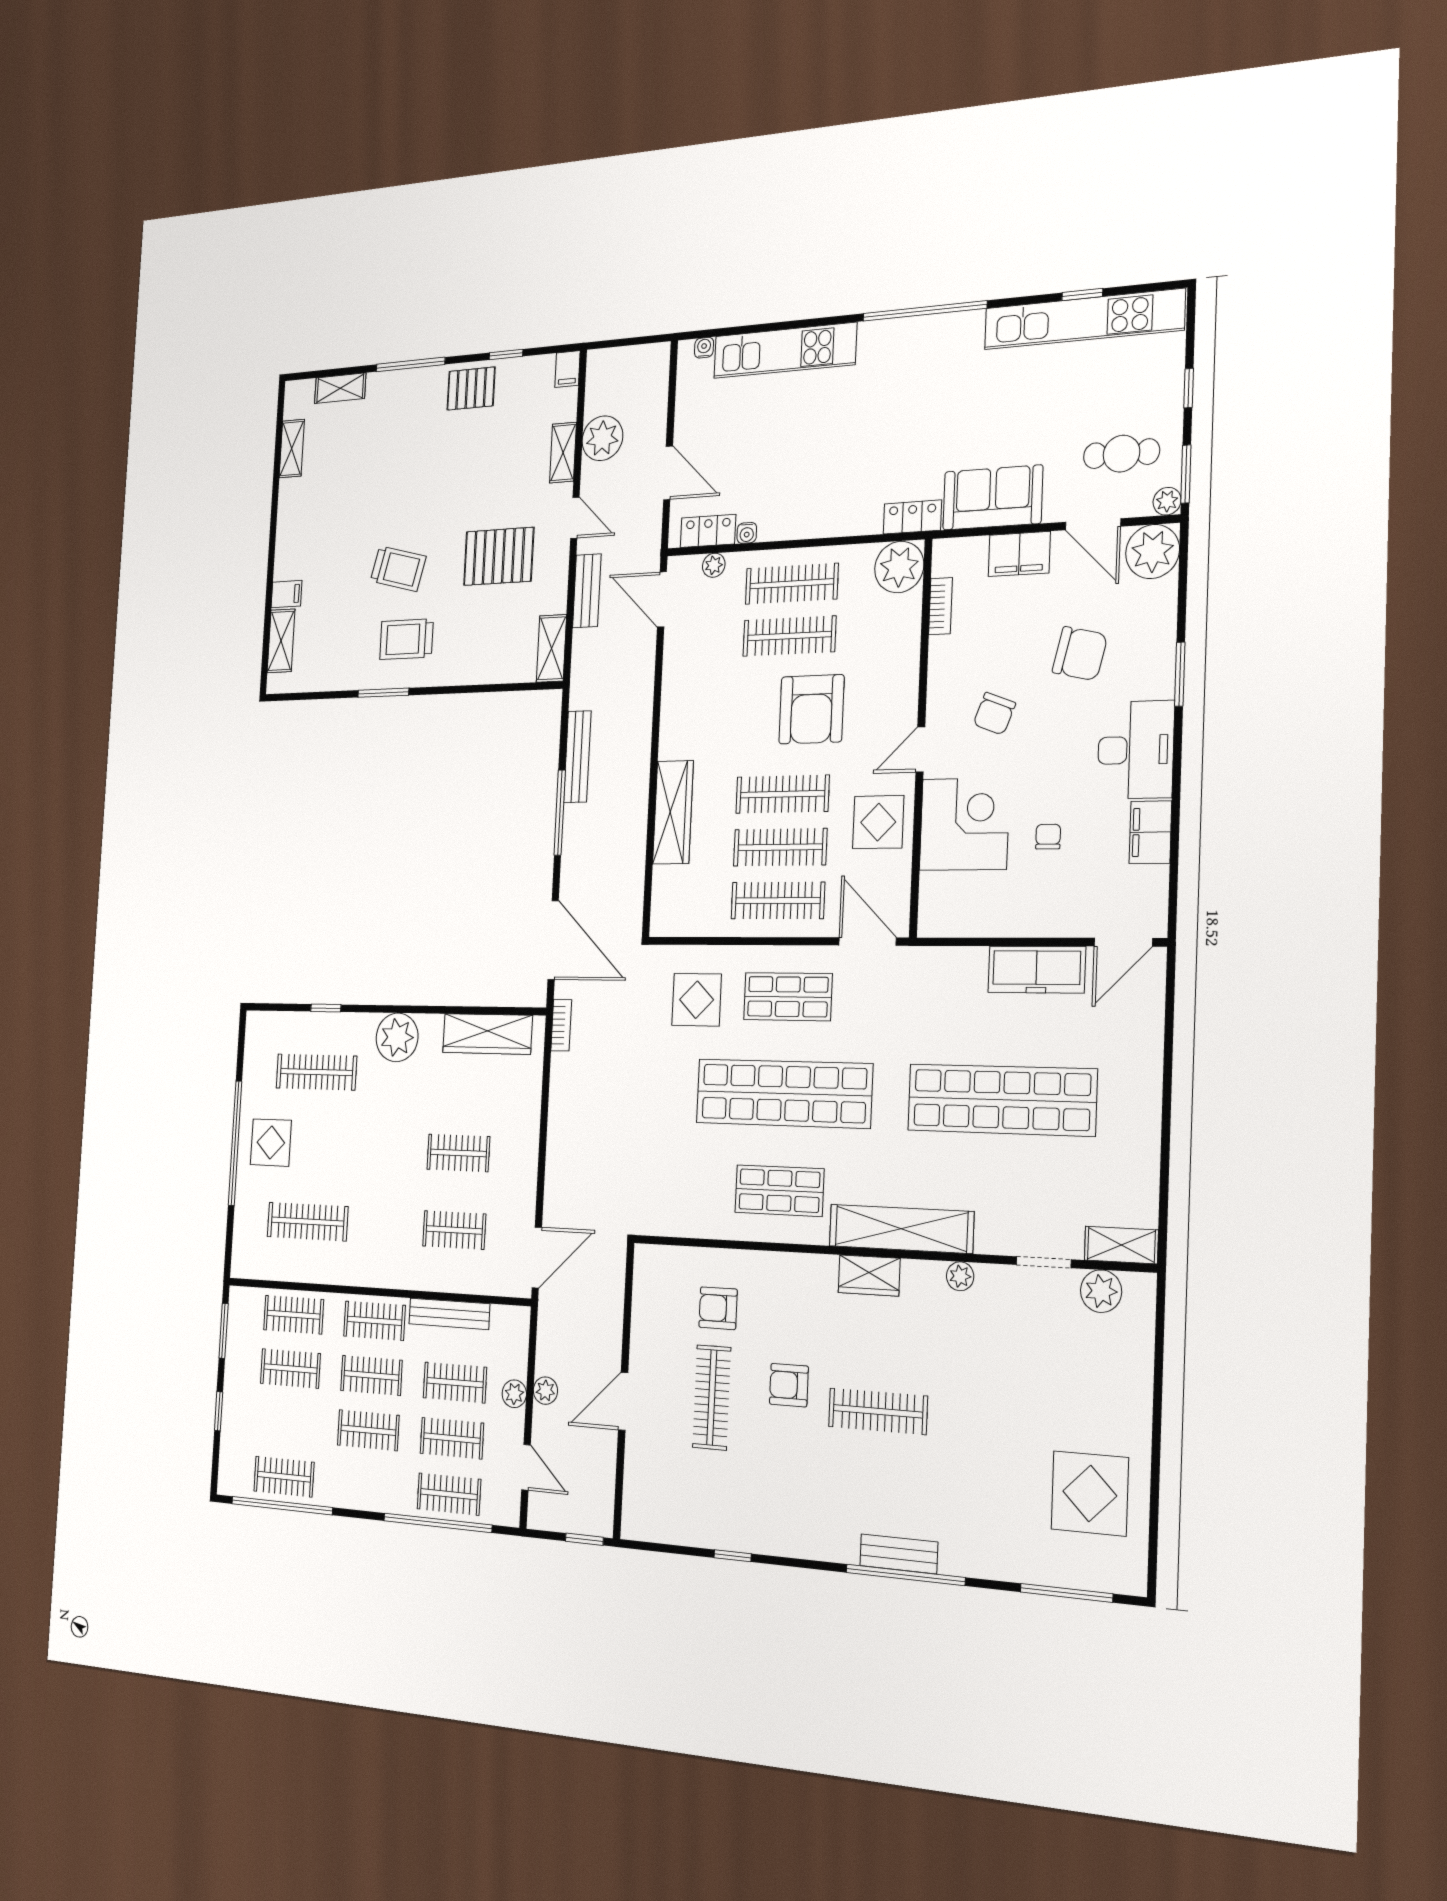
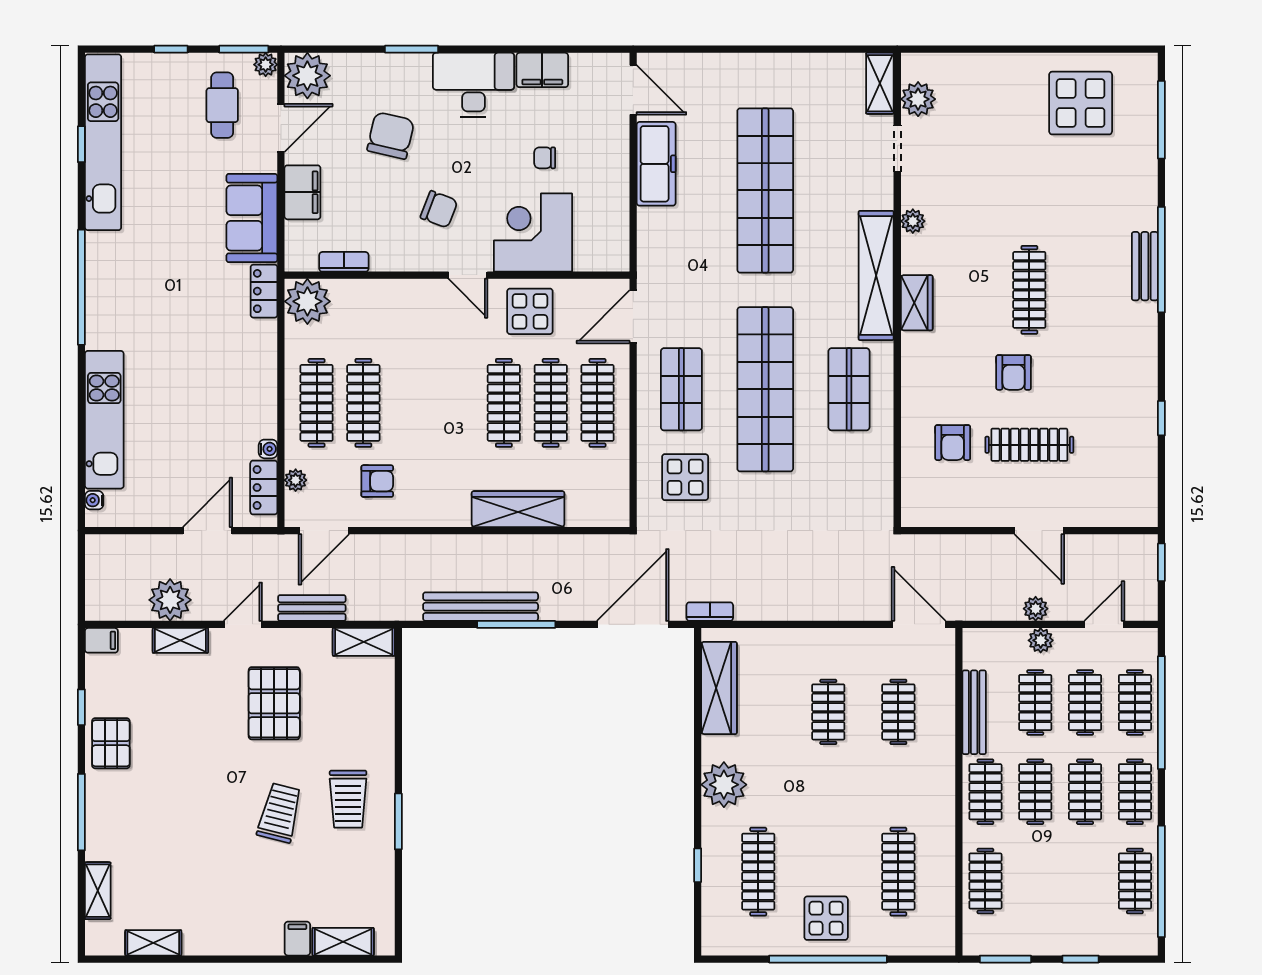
armchair: (811, 709) -> (377, 481), moved, width x0.53, depth x0.53
bench: (577, 757) -> (481, 607), width x1.37, depth x1.21
clothes rail: (290, 1369) -> (1135, 792), moved

